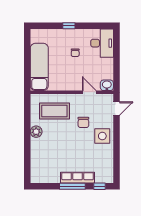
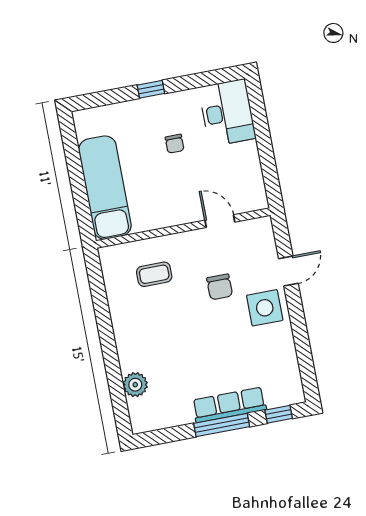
washbasin: (107, 85) -> (254, 199), removed
door: (116, 108) -> (288, 271), moved
coffee table: (54, 111) -> (154, 274), width x0.54, depth x0.58
plant: (36, 132) -> (135, 385), moved

